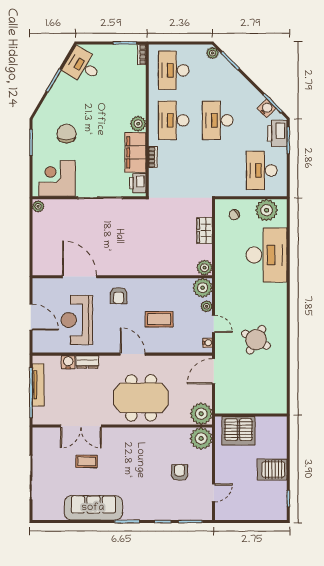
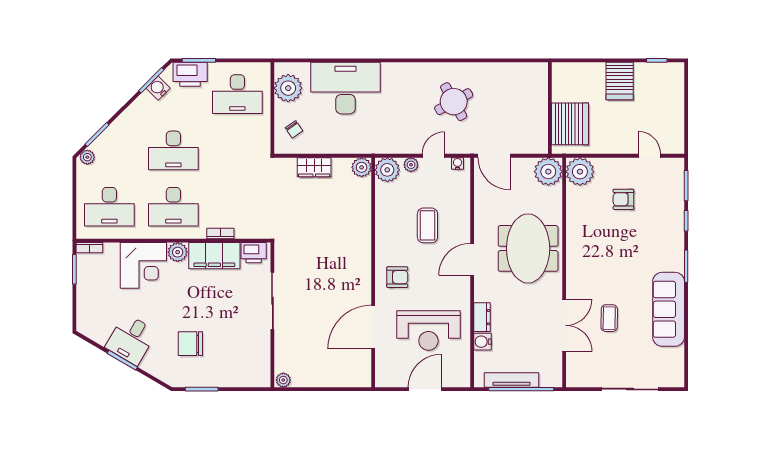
desk: (82, 66) -> (131, 339), moved
corner desk: (57, 178) -> (143, 265), moved, turned -90
round table: (256, 340) -> (454, 102), turned 32

